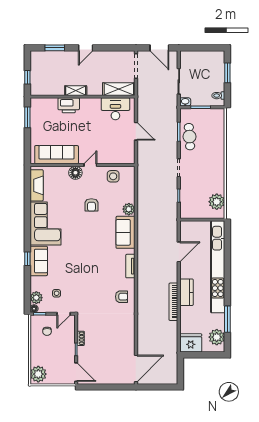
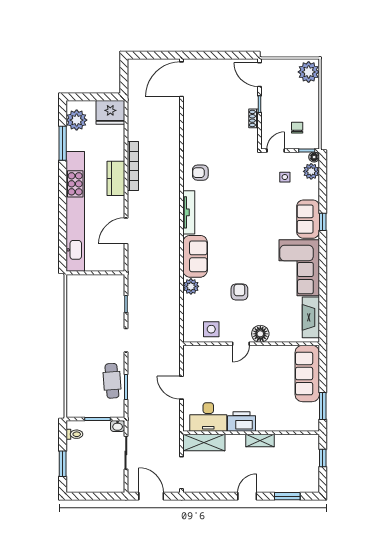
printer: (69, 105) -> (242, 422), moved
sofa: (57, 155) -> (307, 374), moved, turned 90
plant: (217, 202) -> (77, 296), removed
tv unit: (130, 266) -> (189, 212), width x1.41

